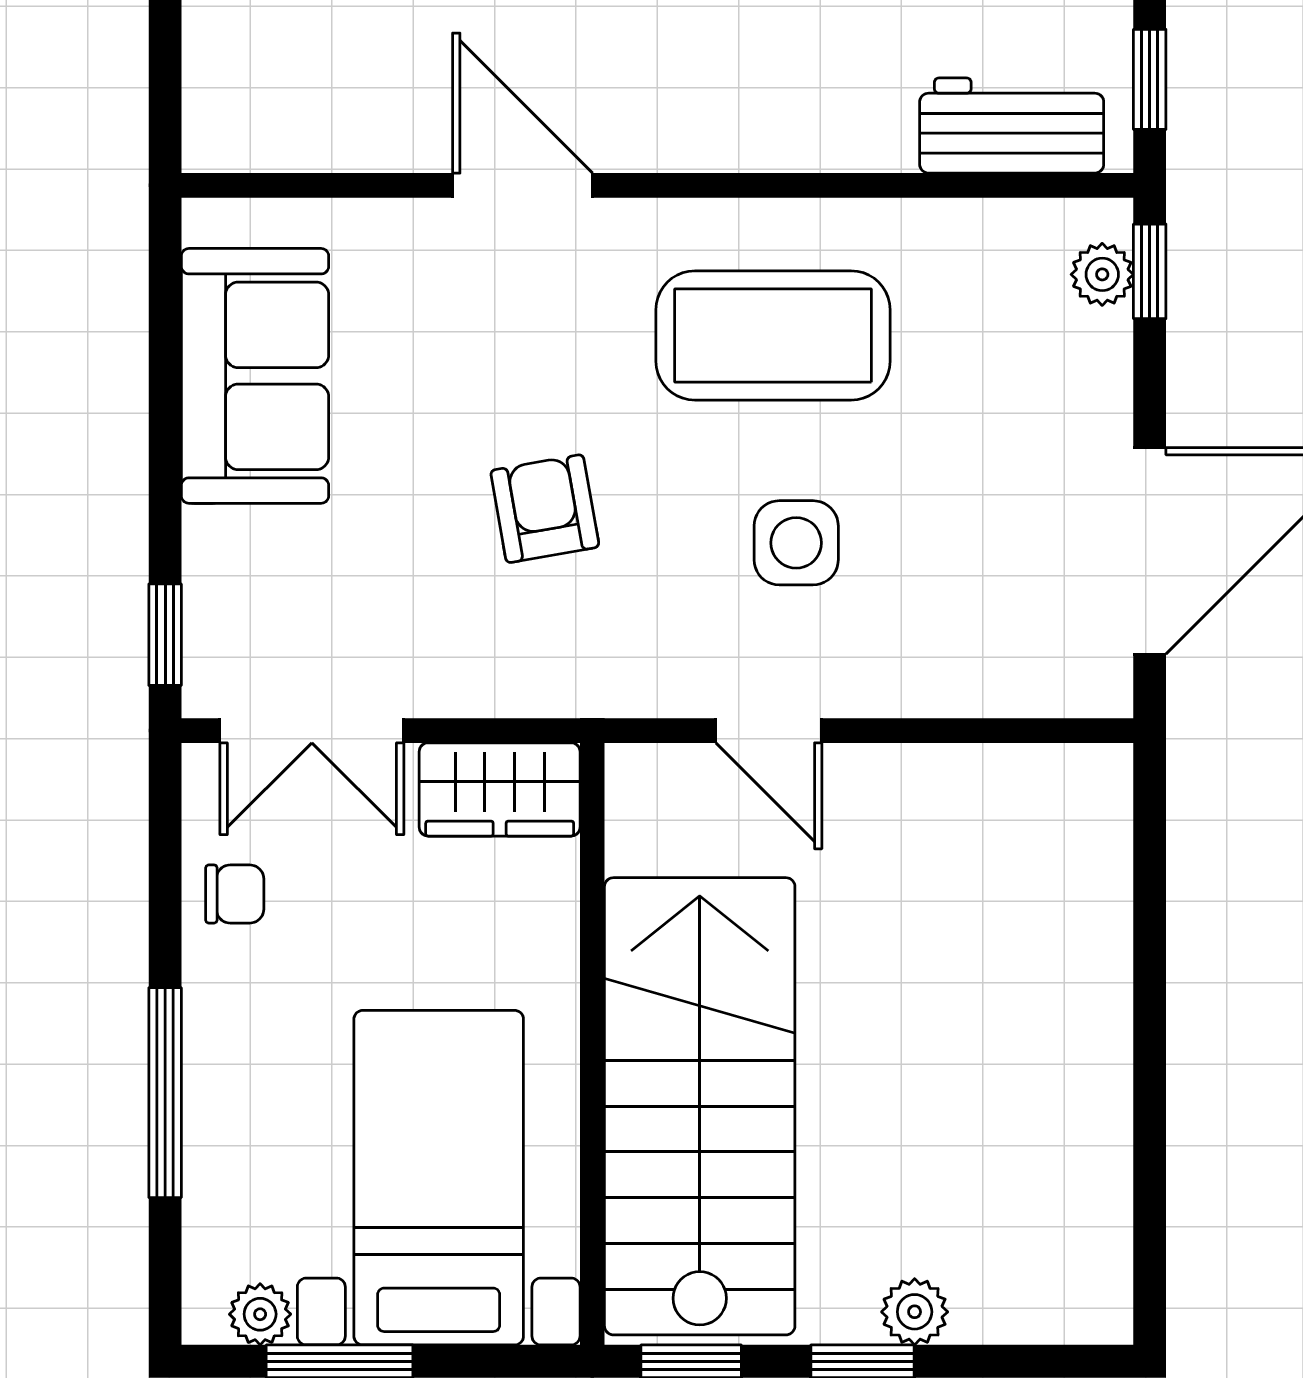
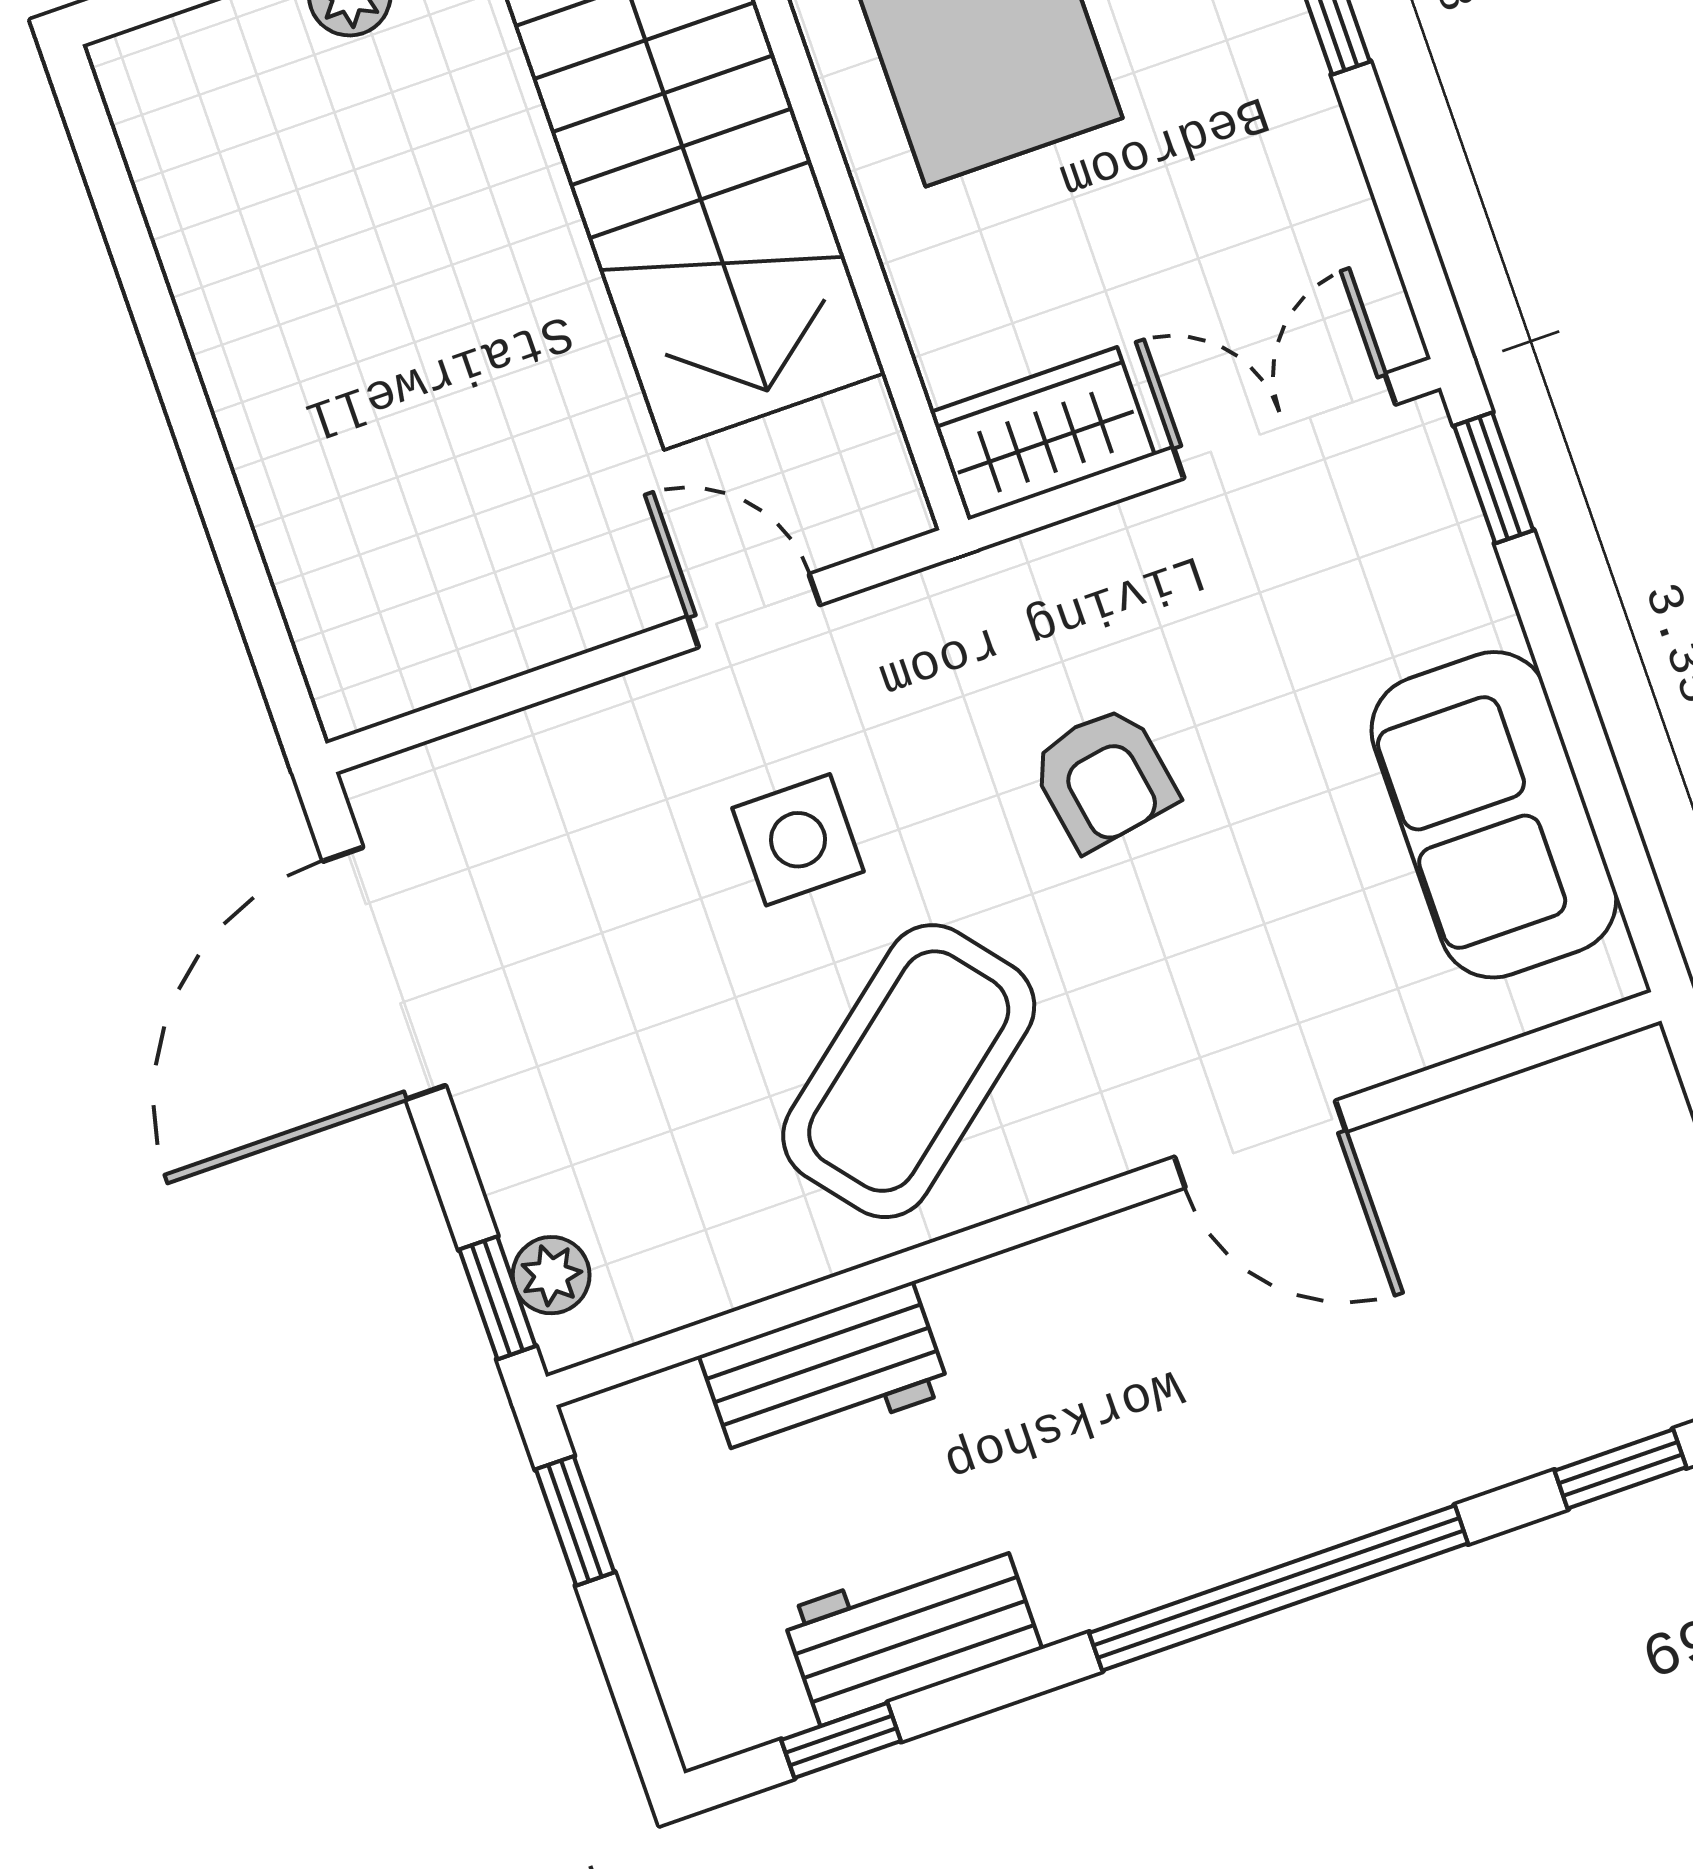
workbench: (1012, 126) -> (825, 1374), moved
coffee table: (773, 335) -> (909, 1071), turned -39
chair: (235, 894) -> (1308, 205), removed

